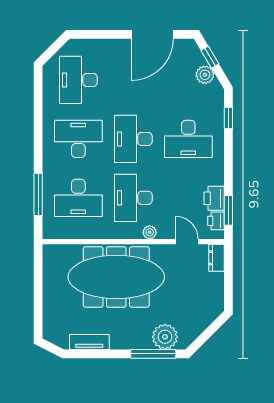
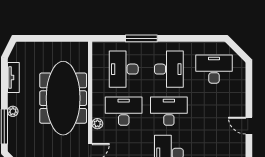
door: (152, 34) -> (249, 126), width x0.53
window: (38, 194) -> (141, 38), moved
plant: (165, 337) -> (13, 111), moved, width x0.53, depth x0.53

